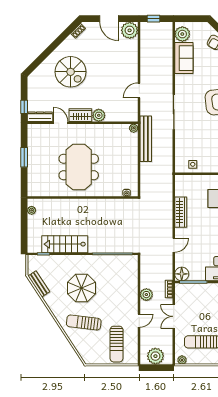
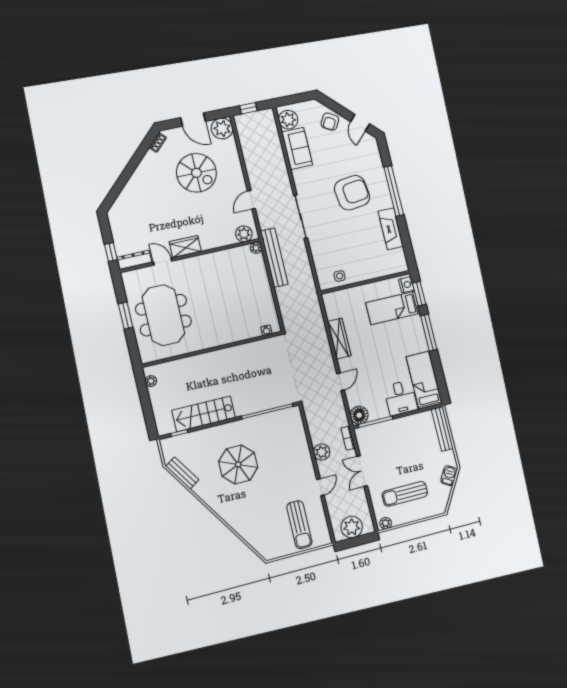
spiral stairs: (71, 72) -> (196, 173), moved
plant: (99, 115) -> (244, 234), moved
meeting table: (79, 167) -> (163, 315), moved
sun lounger: (84, 323) -> (251, 508), removed

